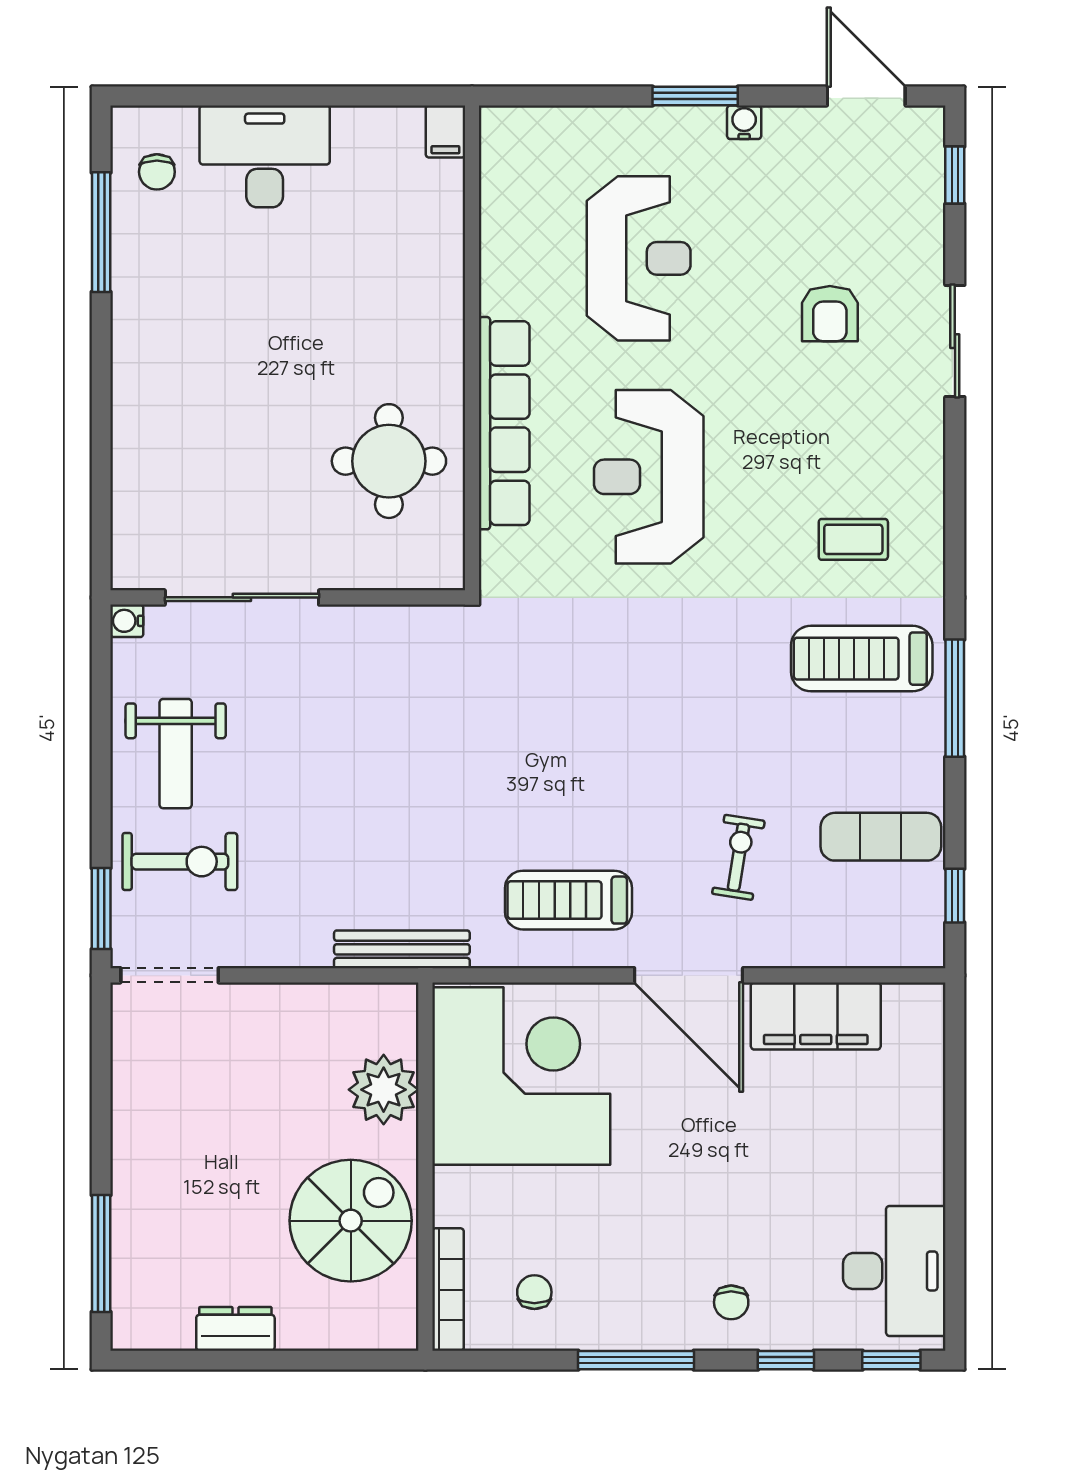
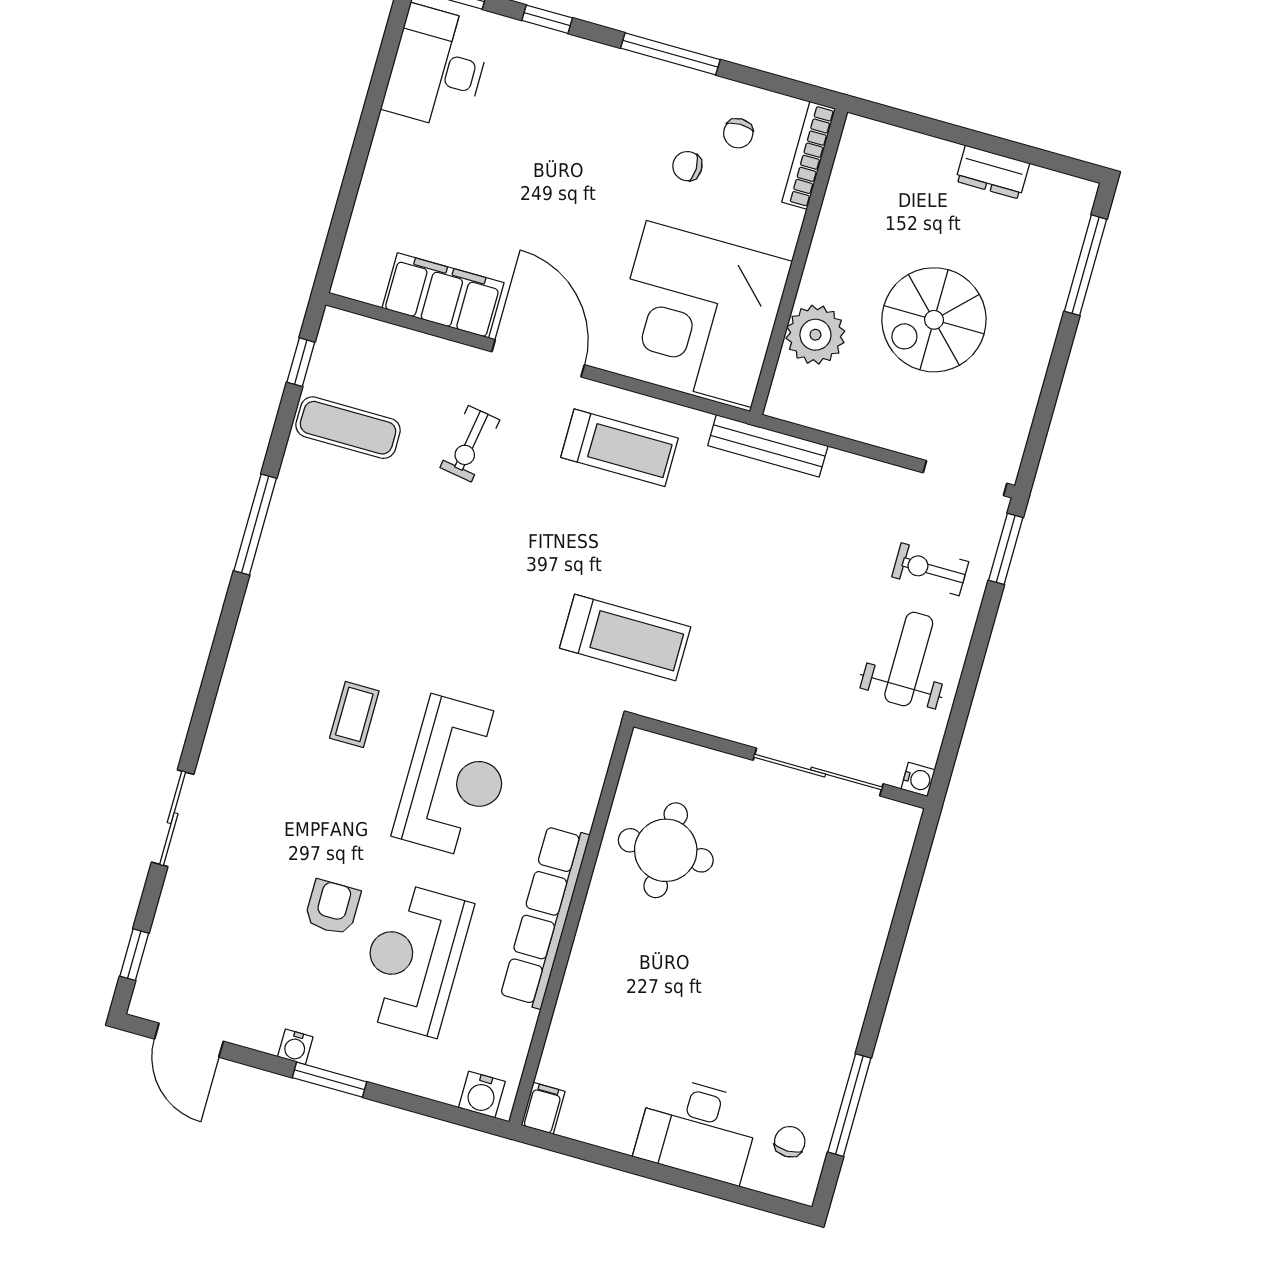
water cooler: (519, 128) -> (482, 1095), added
armchair: (830, 314) -> (332, 907), moved
row of seats: (504, 423) -> (545, 916), moved
coffee table: (853, 539) -> (354, 714), moved, turned 90
treadmill: (862, 659) -> (625, 638), moved
exercise bike: (180, 862) -> (930, 569), width x0.73, depth x0.72
spiral stairs: (351, 1221) -> (934, 320), moved
chair: (731, 1302) -> (687, 166), moved, turned -90

